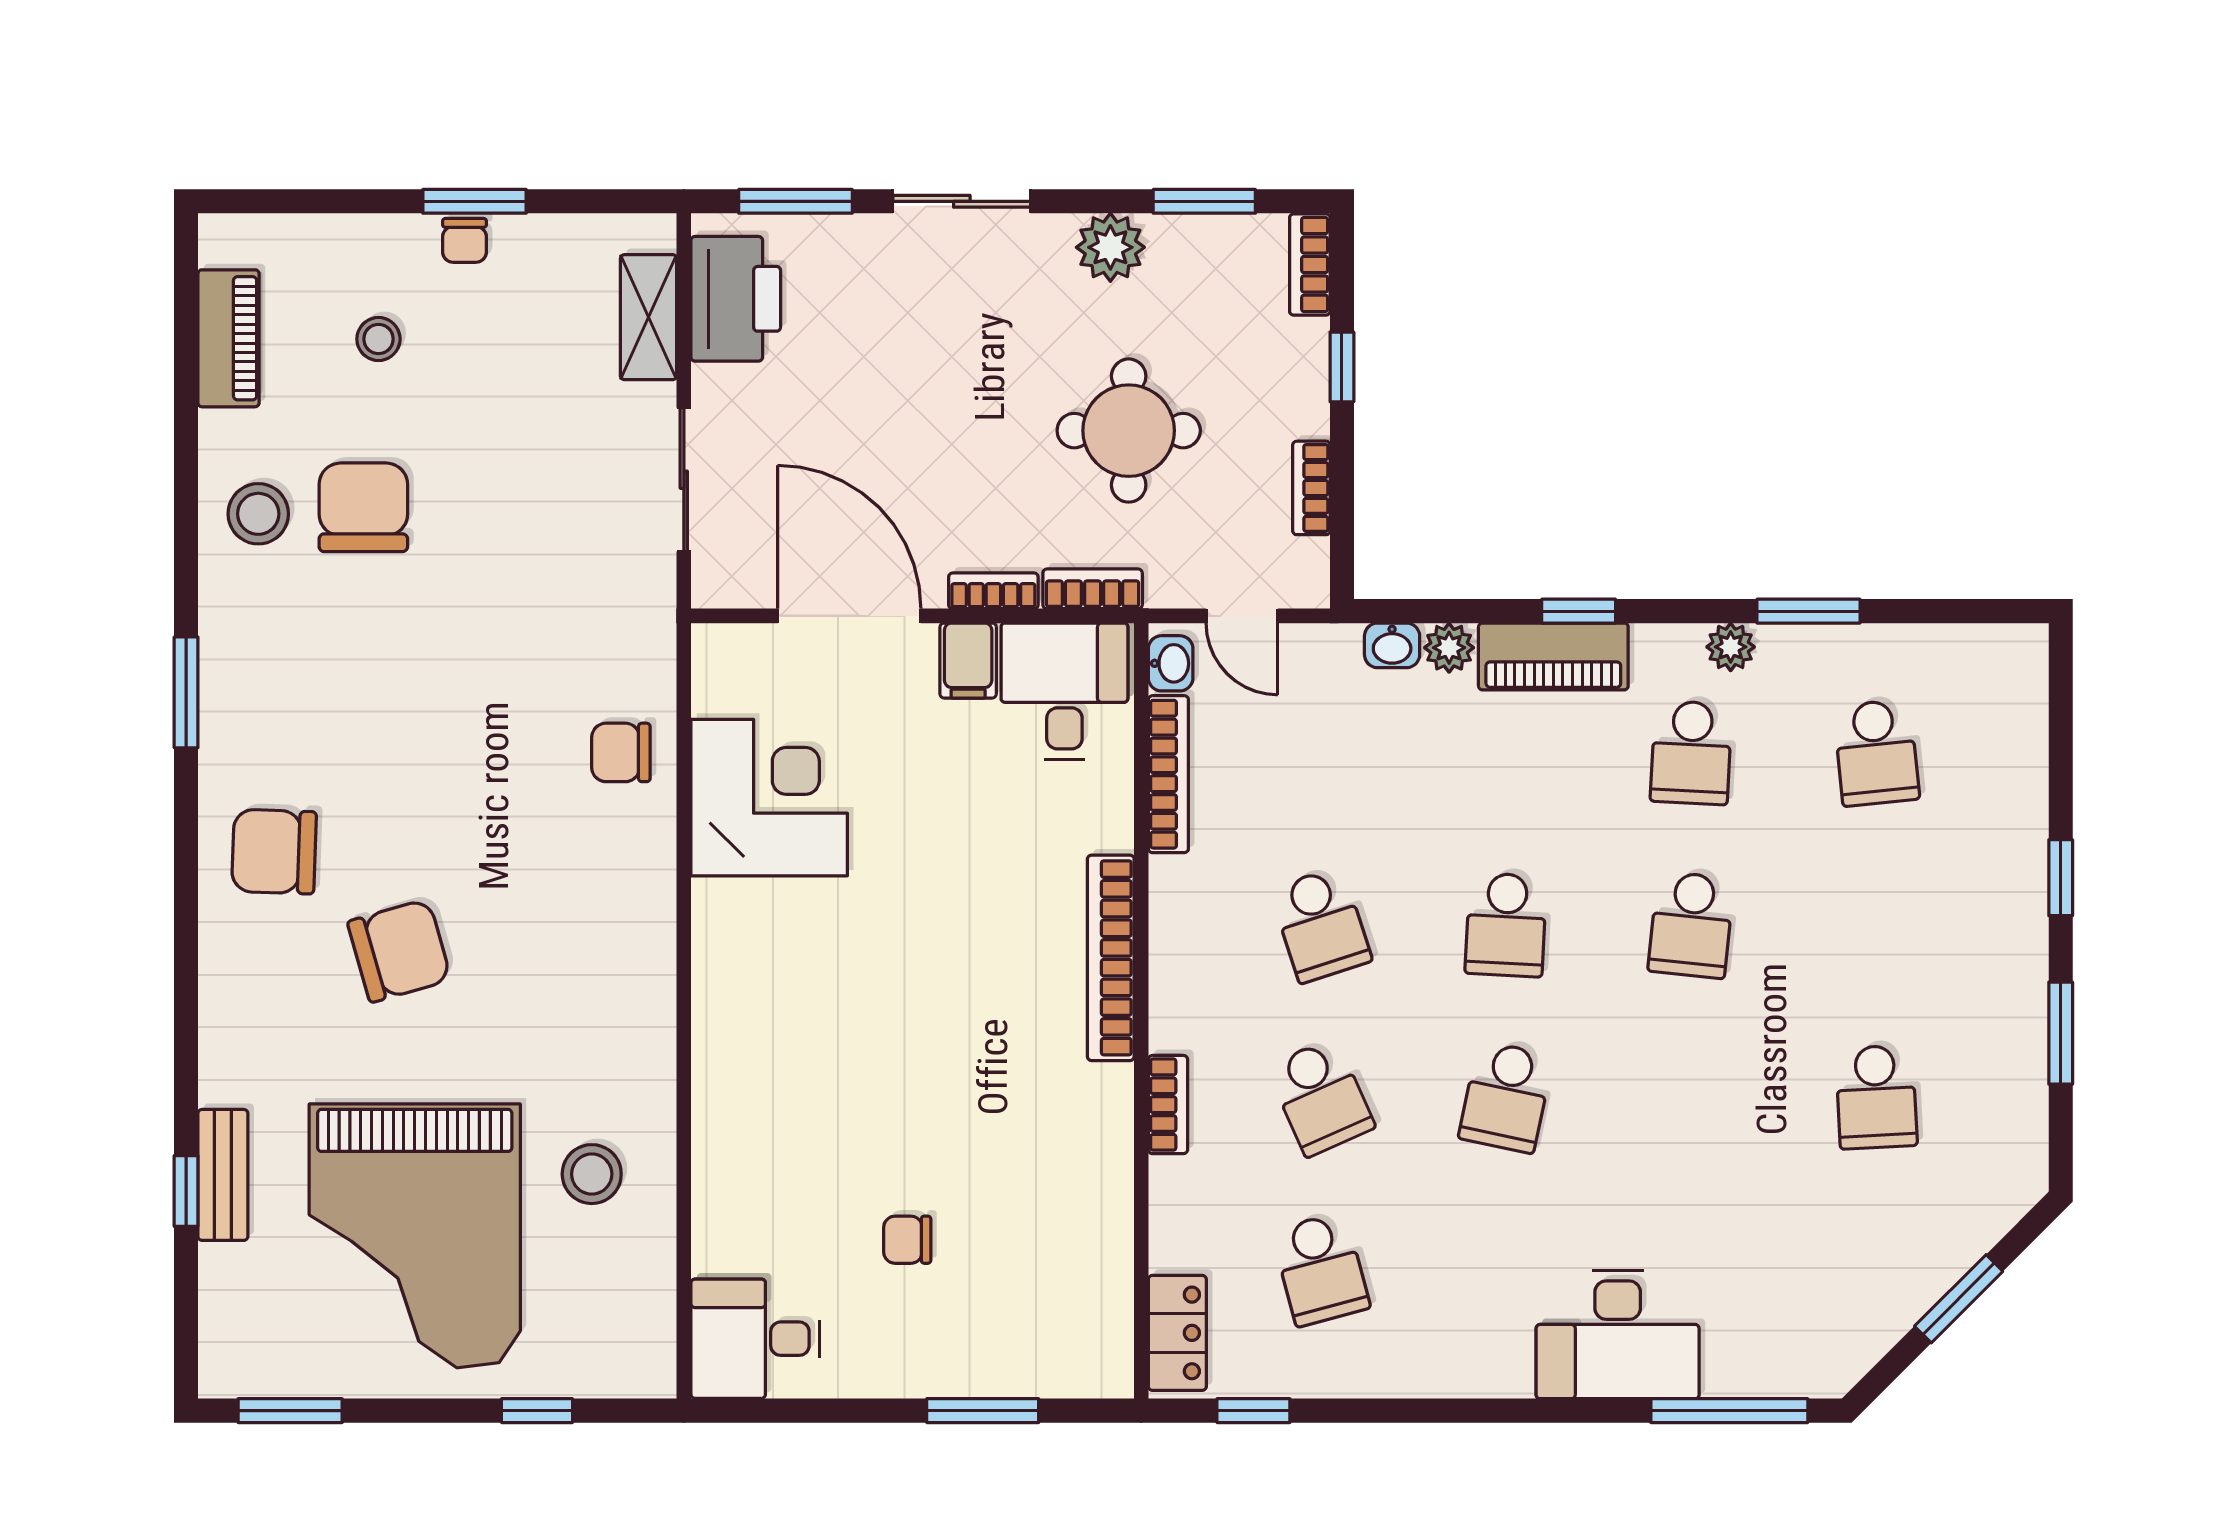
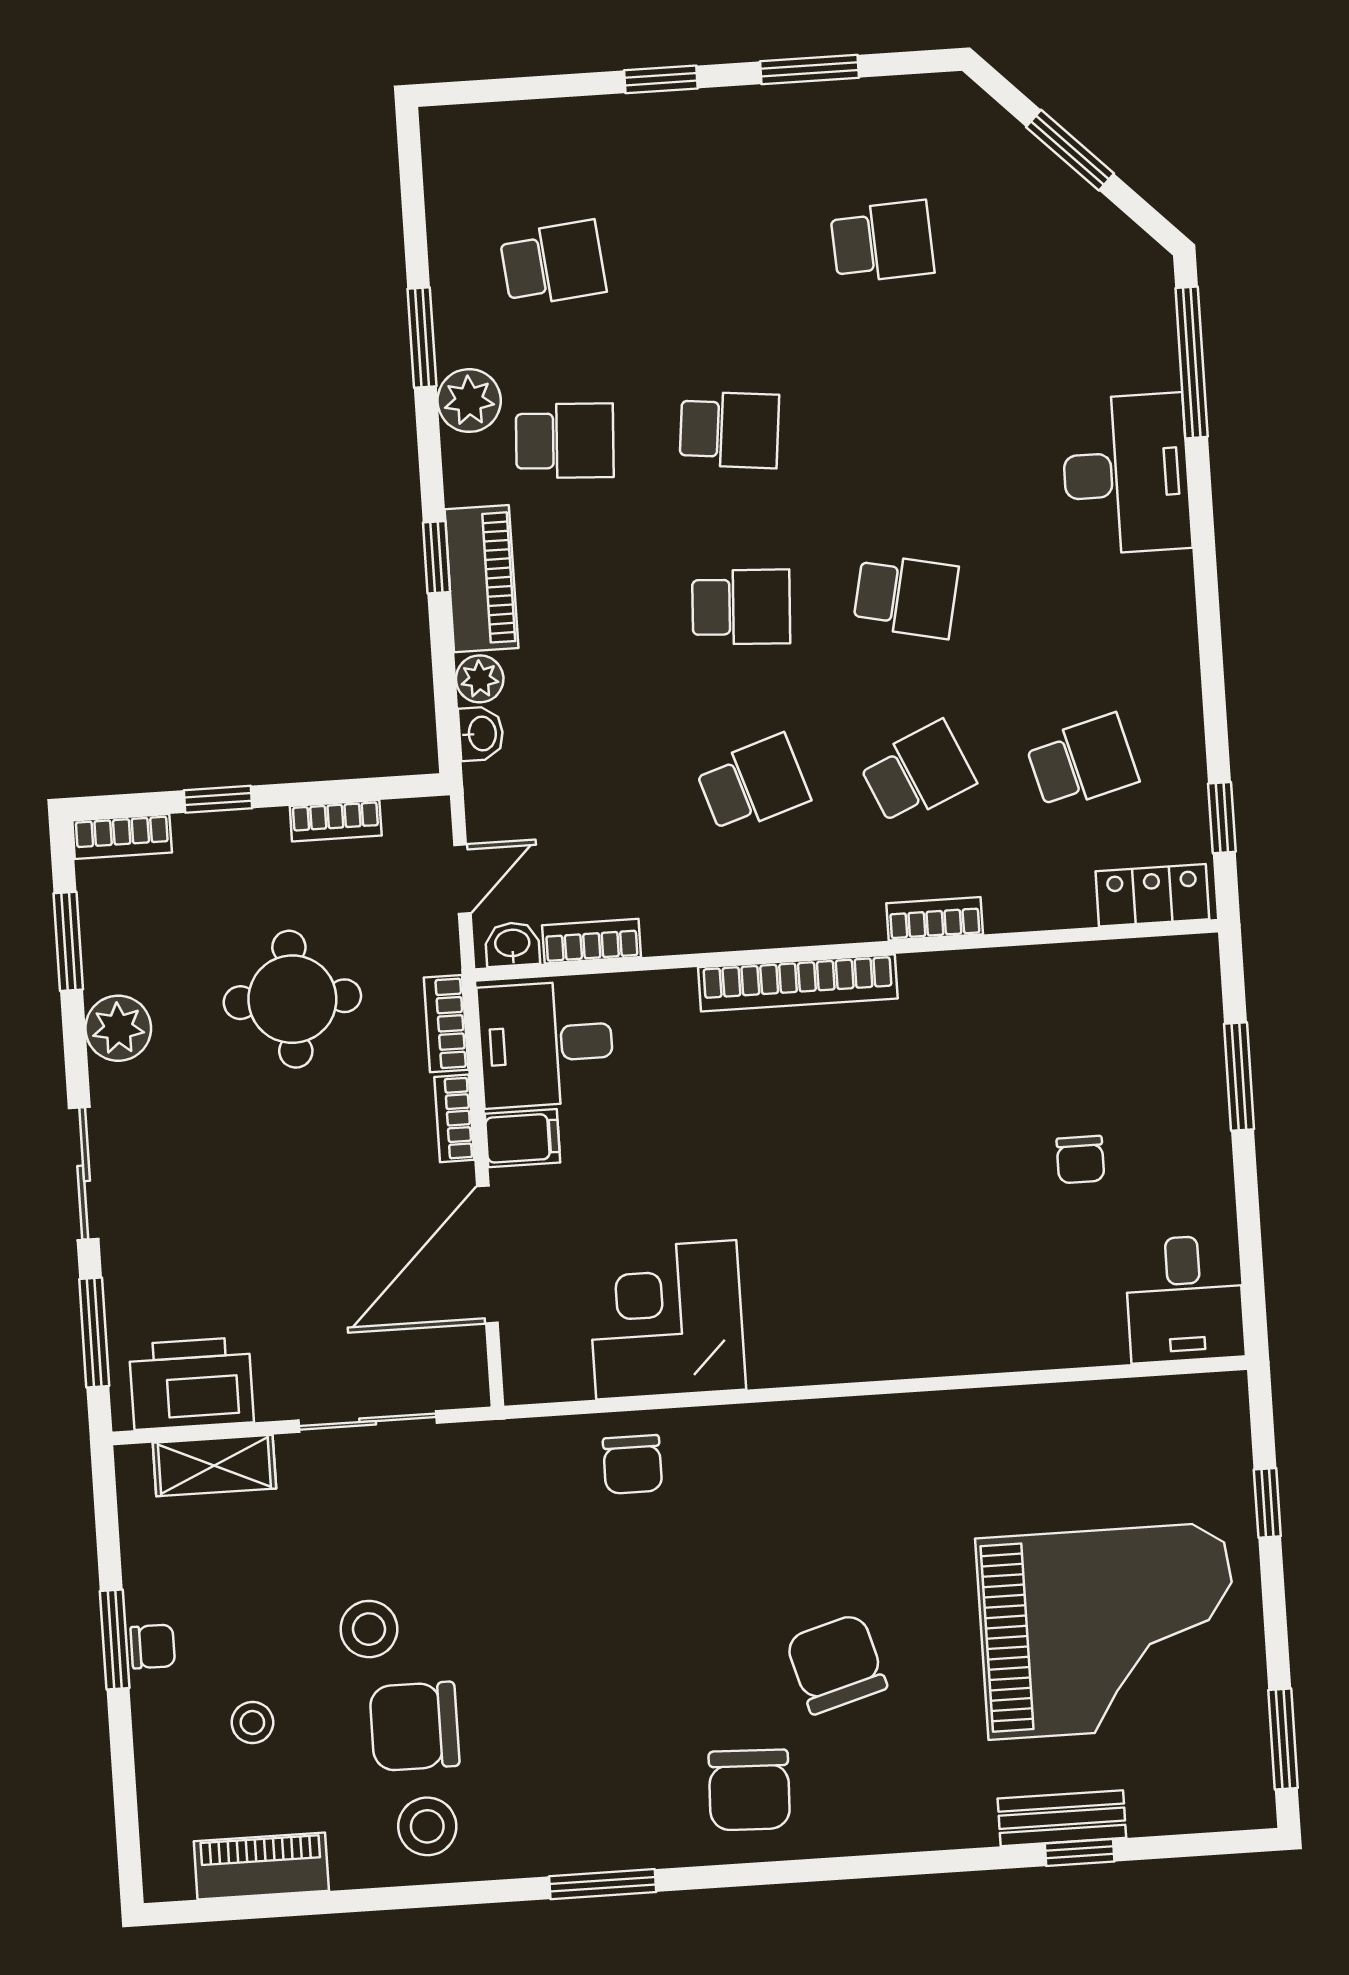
plant: (1731, 647) -> (469, 401), width x1.38, depth x1.38
bookcase: (1168, 774) -> (592, 941), width x0.64
stool: (592, 1174) -> (369, 1629), moved

